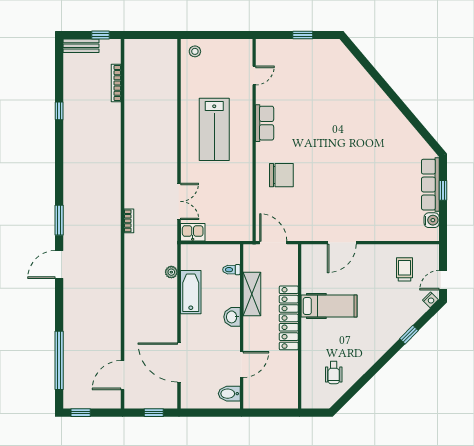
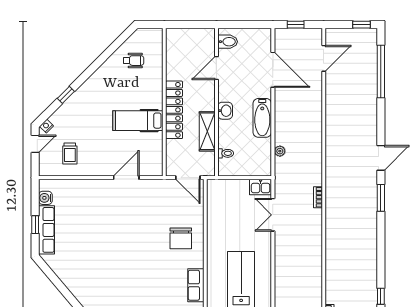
chair: (281, 175) -> (181, 238), turned -90
bathtub: (191, 292) -> (262, 118), moved
wheelchair: (334, 373) -> (134, 61), turned 90

